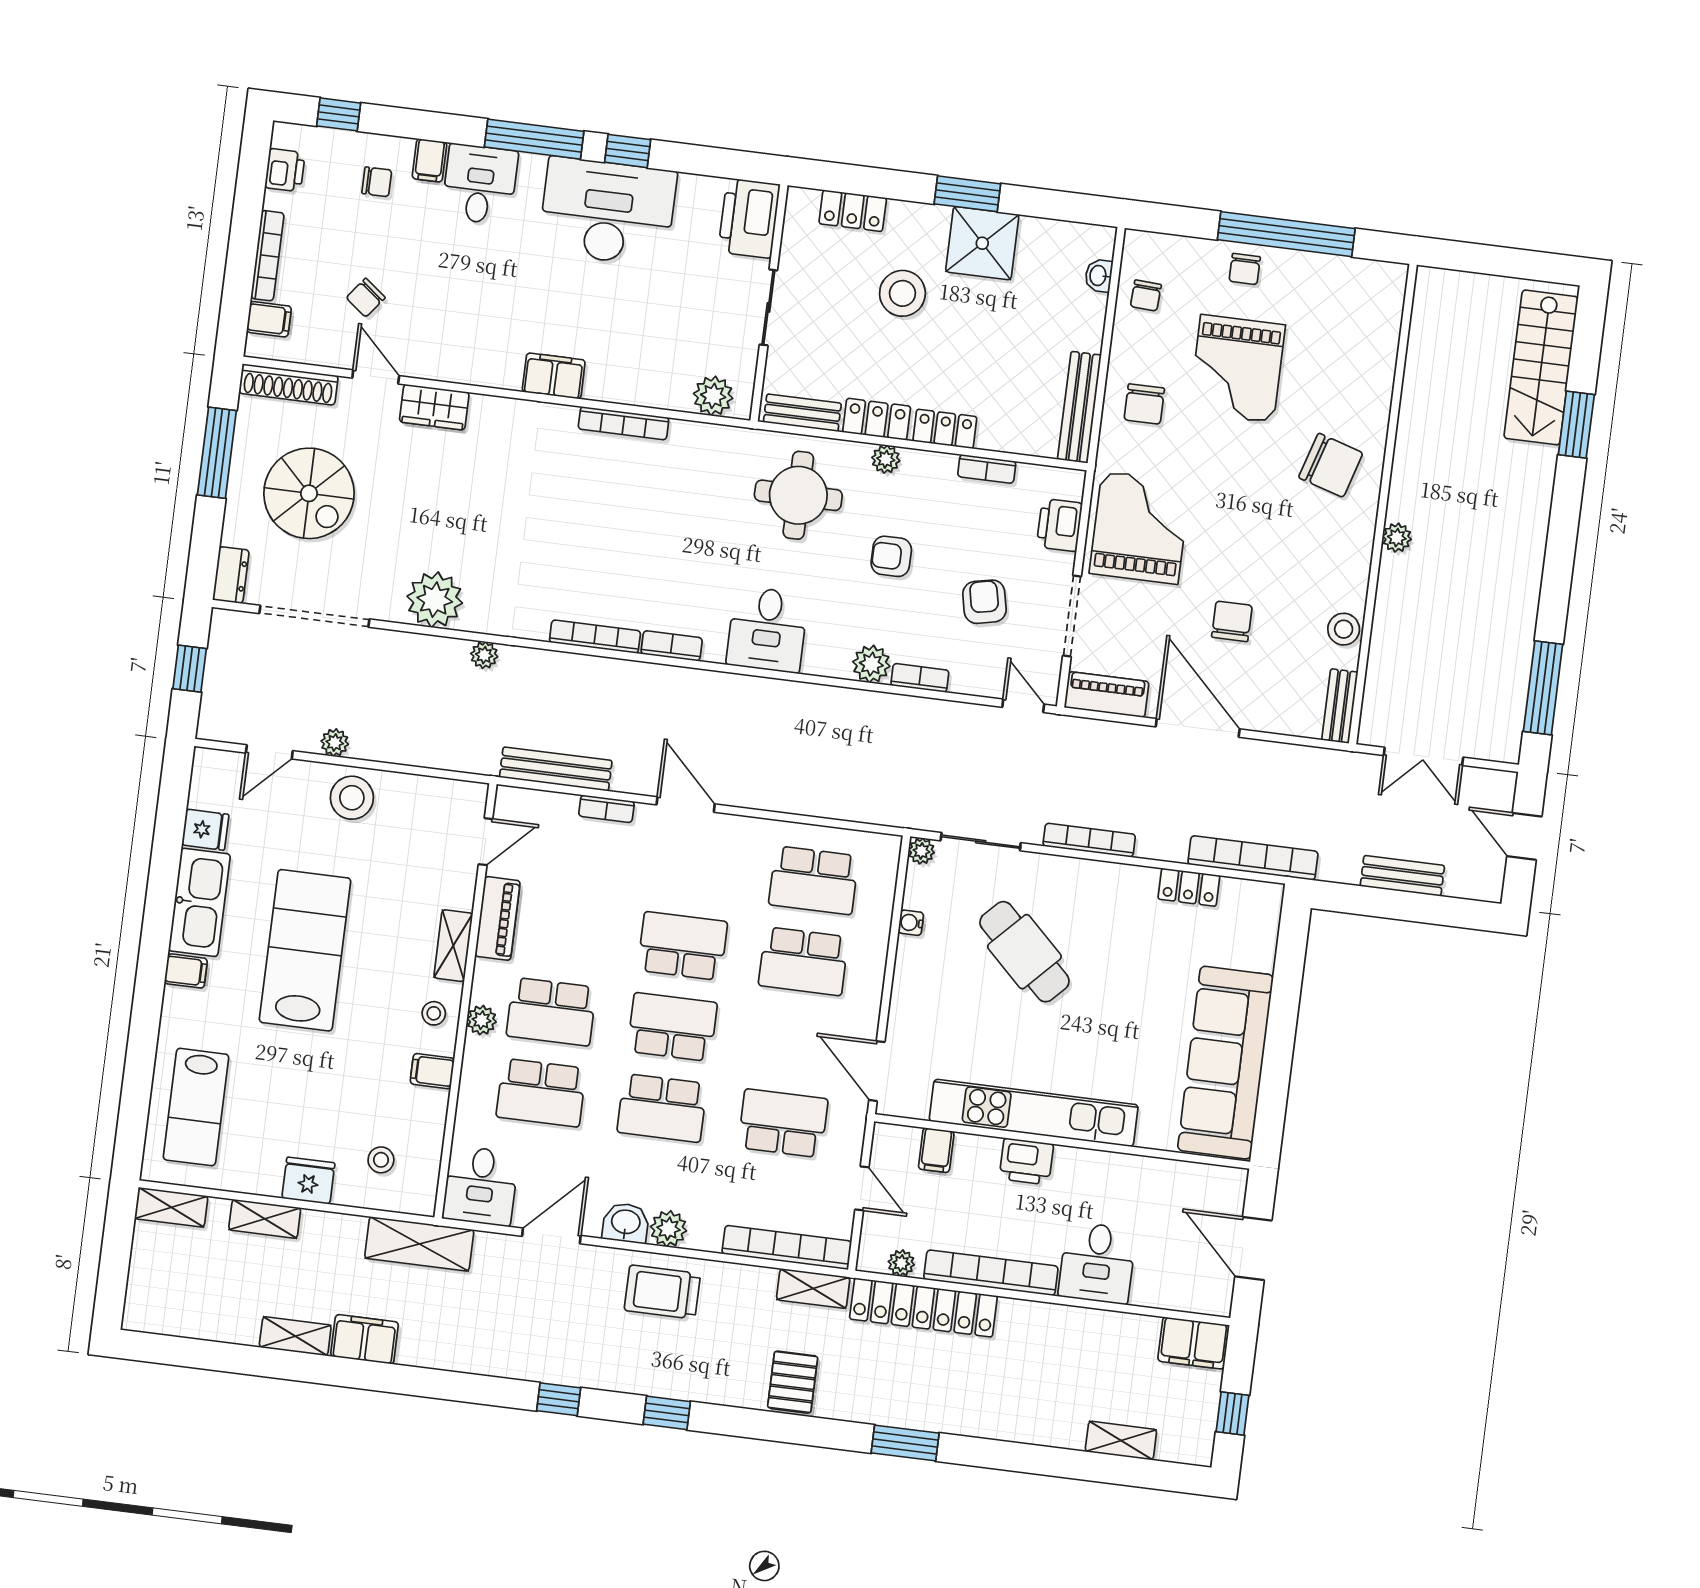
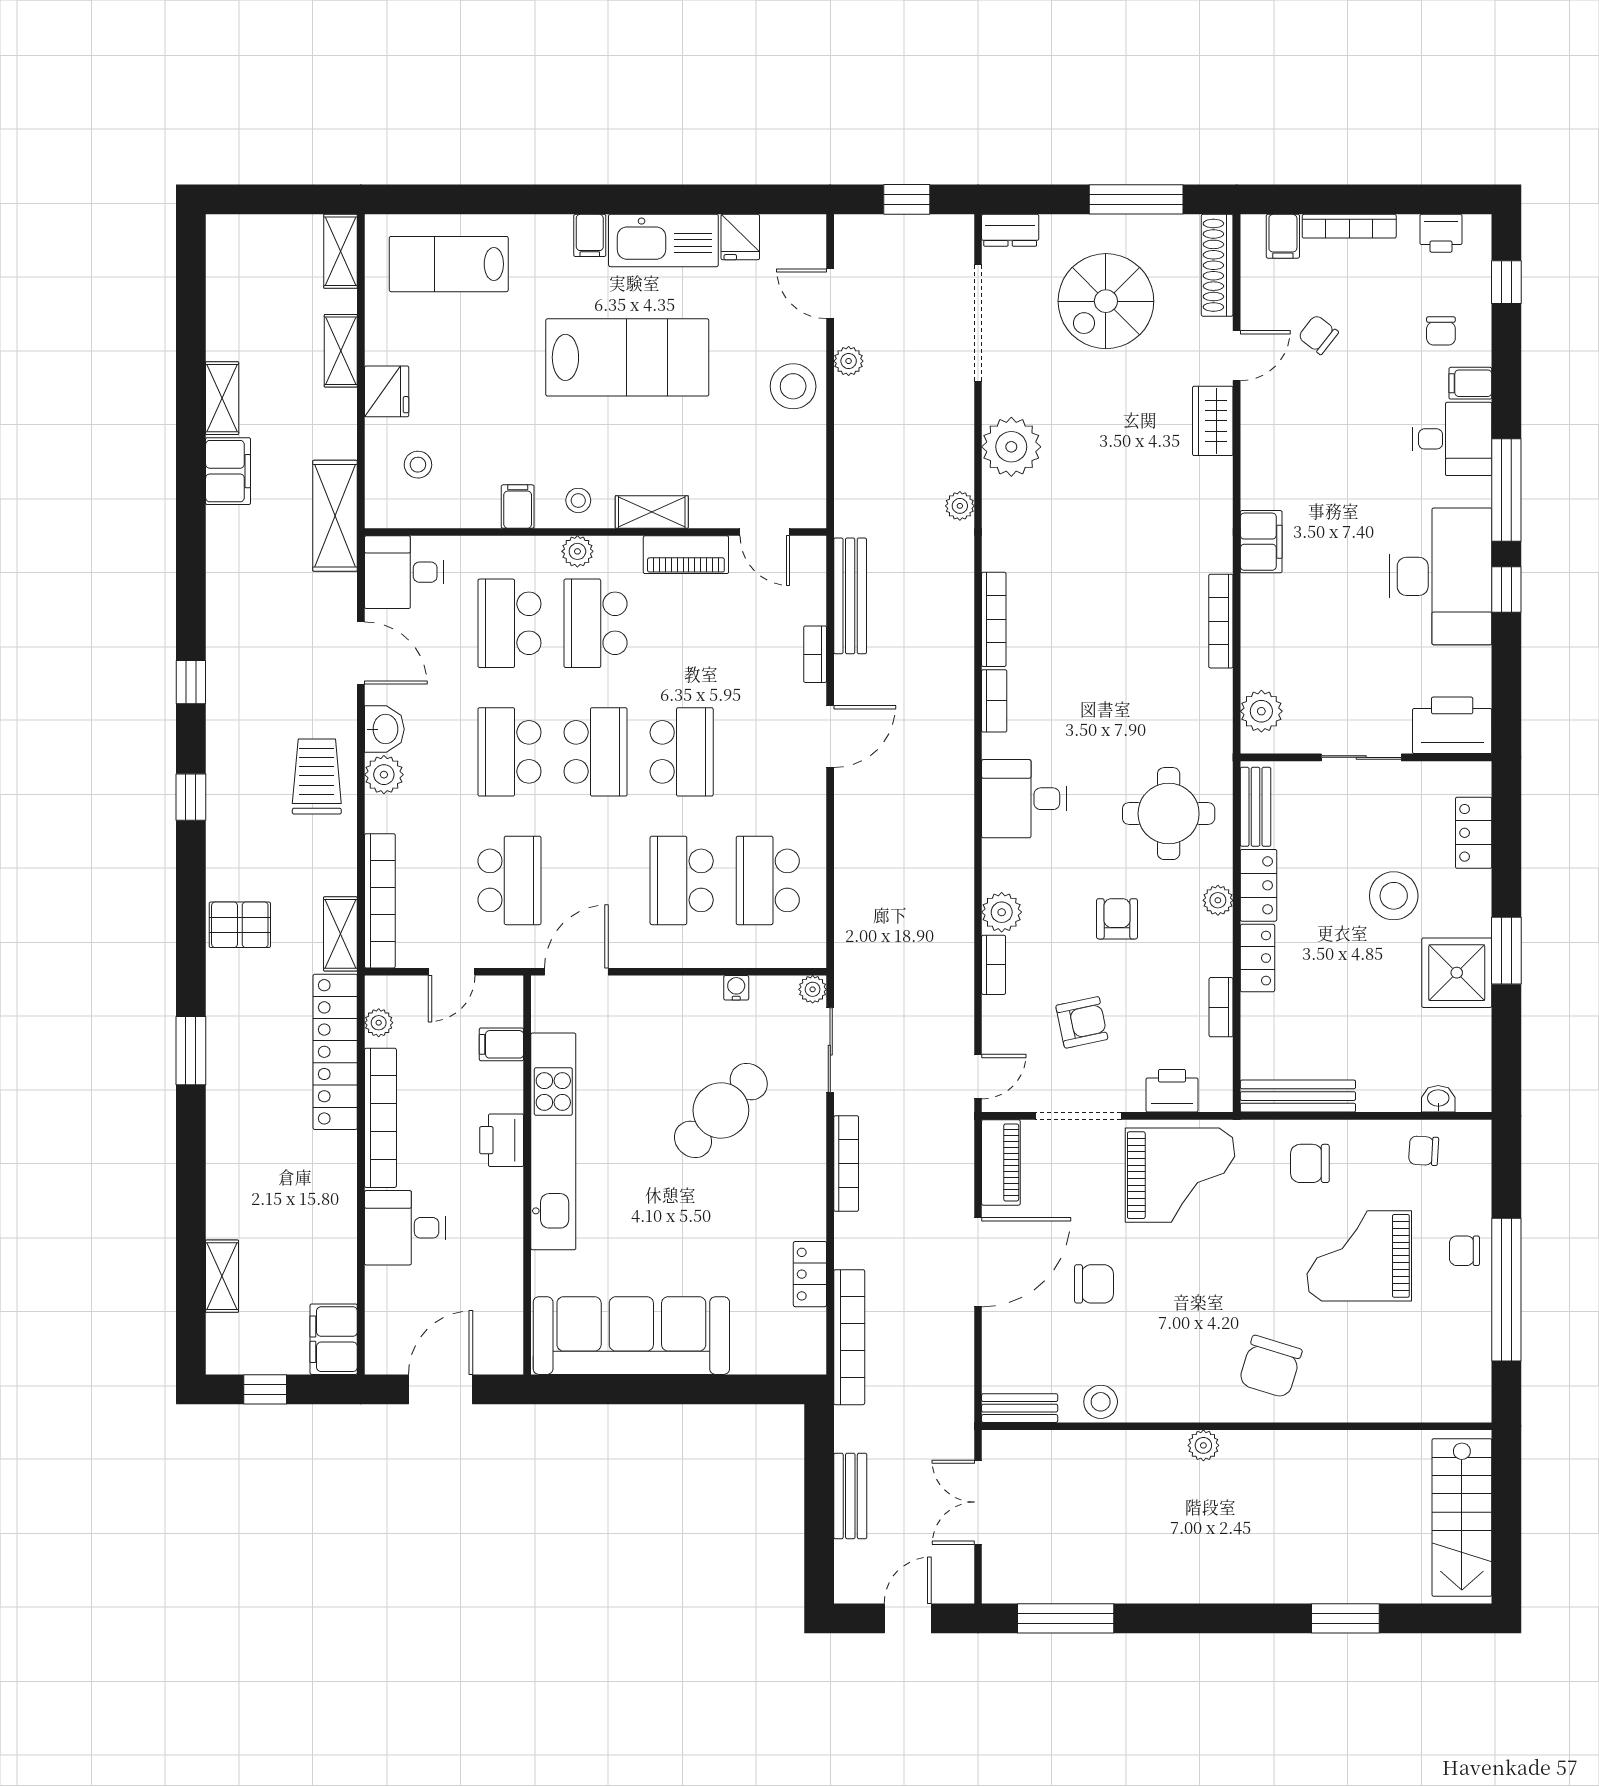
stairs: (1541, 367) -> (1462, 1518), moved, turned -90

